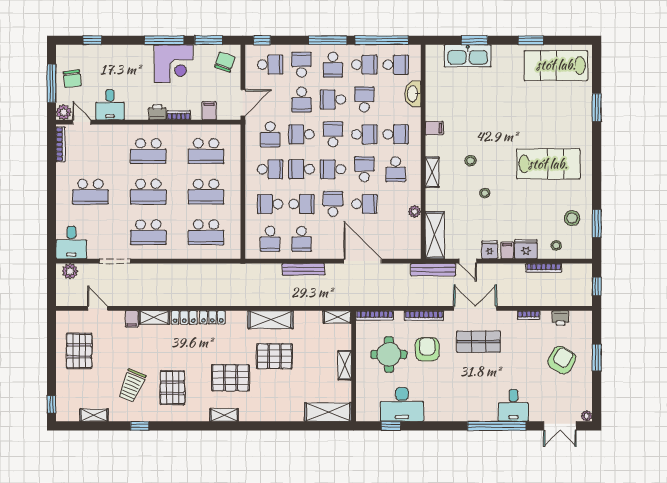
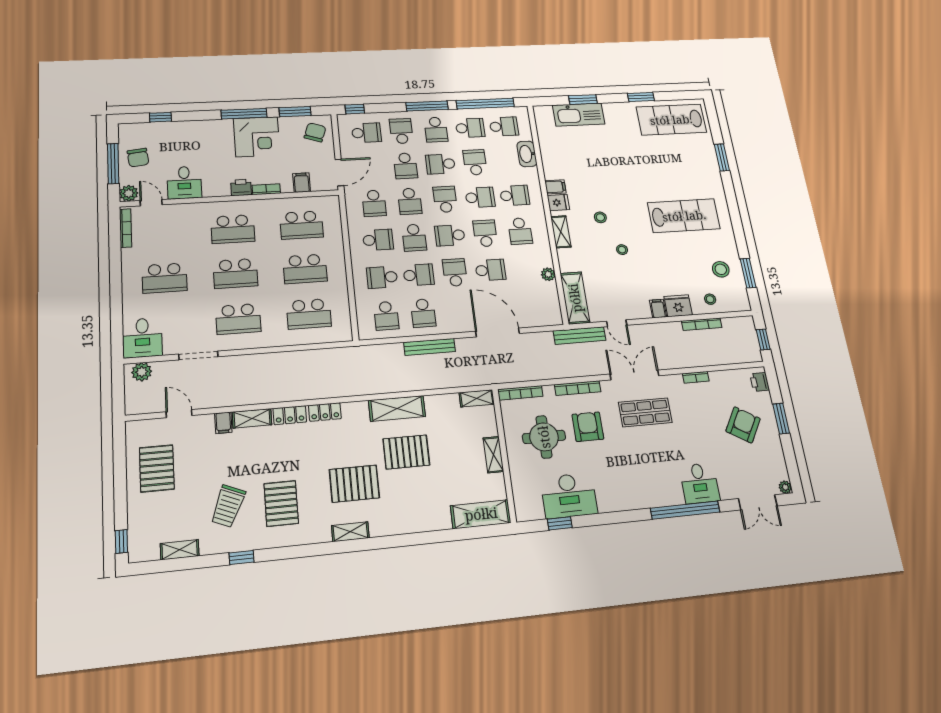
school desk: (302, 134) -> (410, 201), turned -90
school desk: (302, 169) -> (414, 238), turned -90
fridge: (490, 250) -> (558, 202), moved, turned 90
printer: (560, 318) -> (760, 382), moved, turned 90

